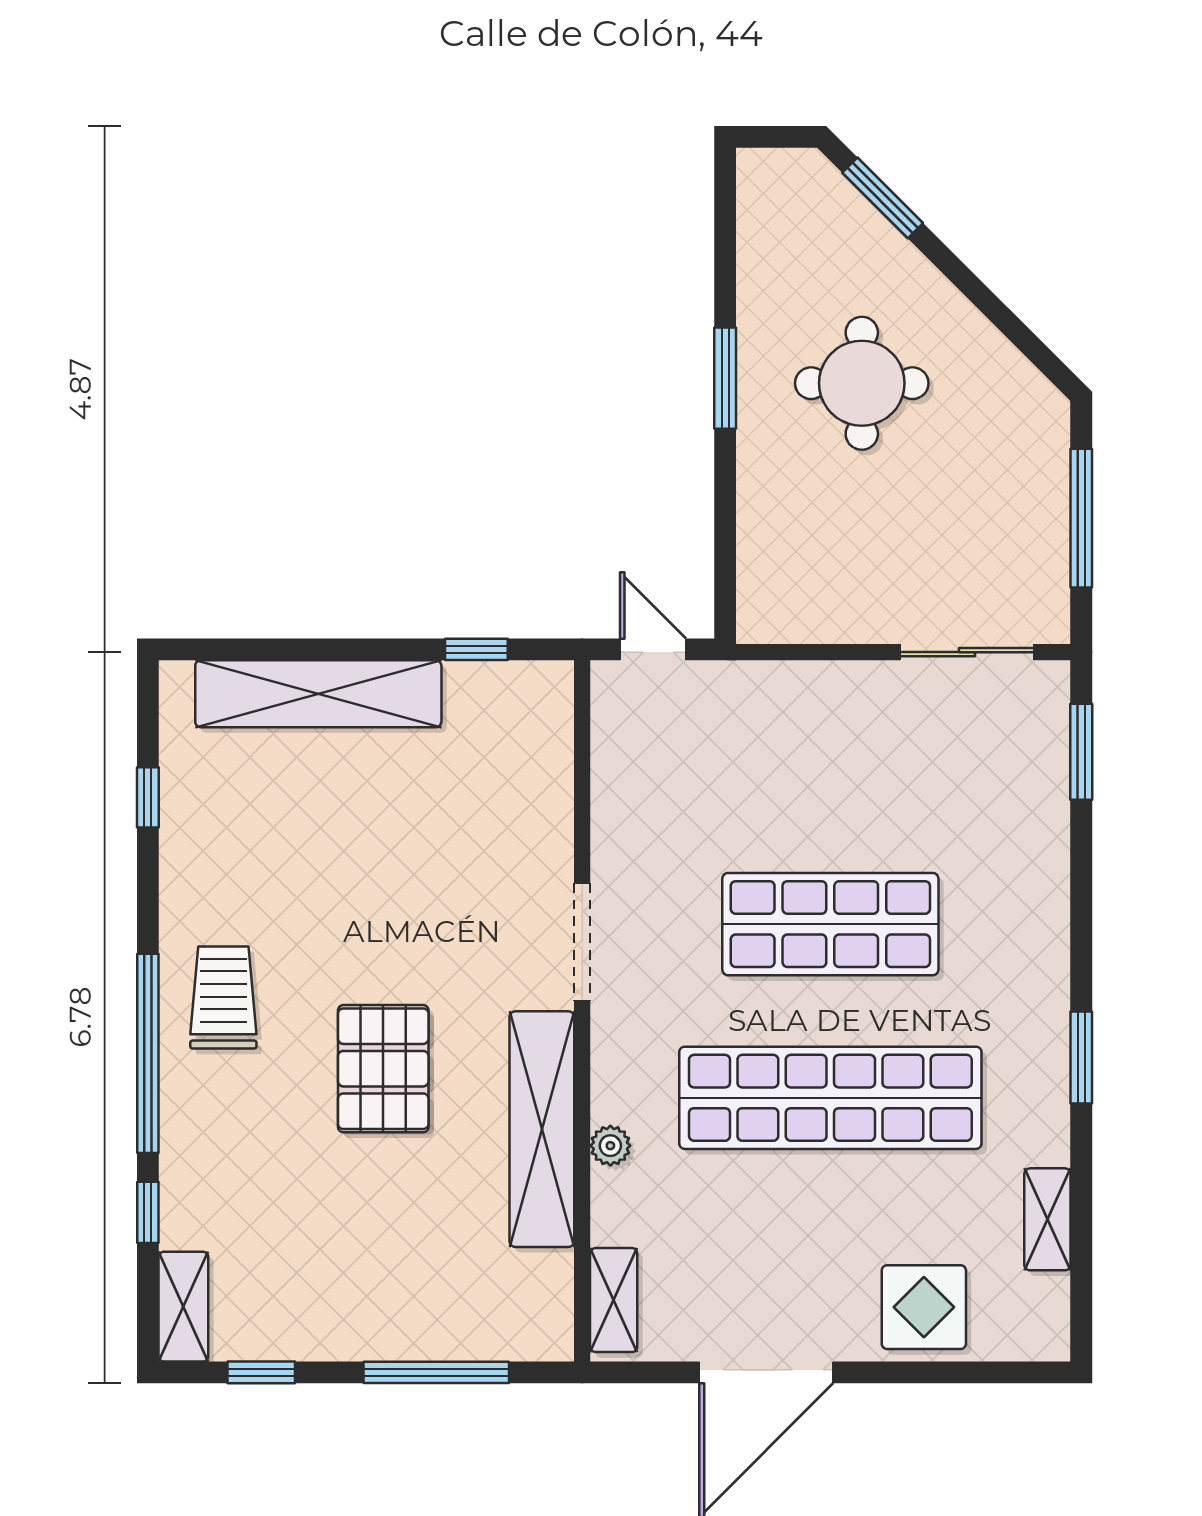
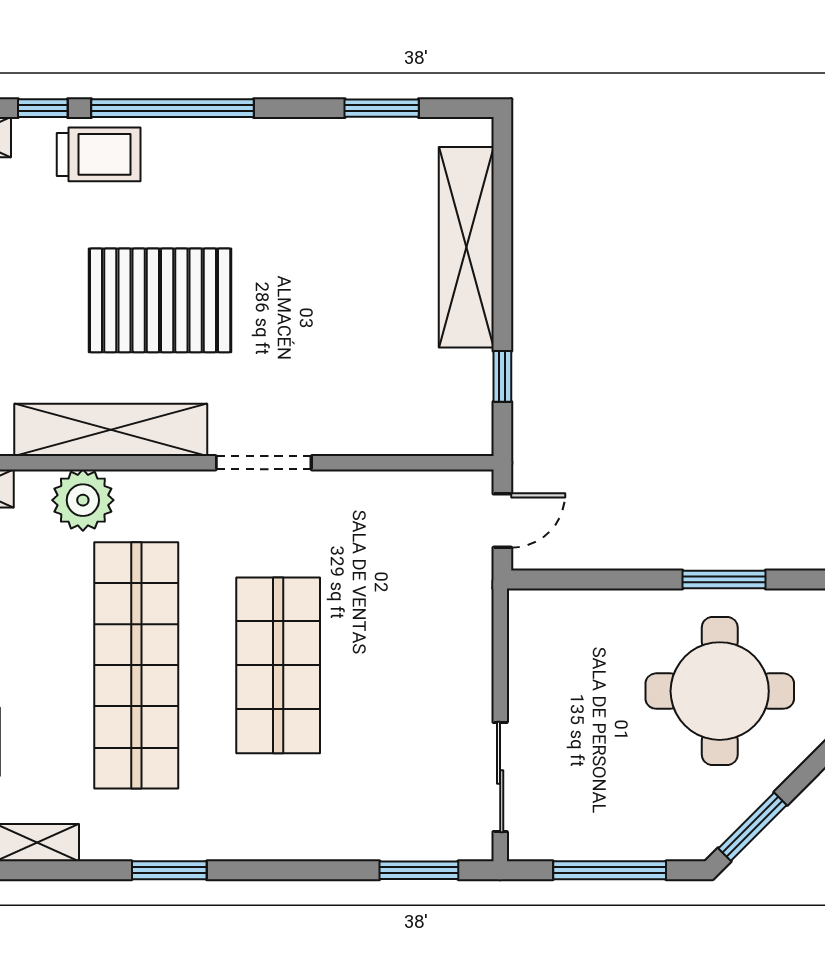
window: (1028, 343) -> (752, 827), added
round table: (862, 383) -> (720, 691), width x1.36, depth x1.36
window: (148, 797) -> (382, 108), width x1.50
trolley: (223, 997) -> (99, 154), moved
pallet: (383, 1069) -> (160, 300), width x1.37, depth x1.41
plant: (610, 1146) -> (83, 500), width x1.87, depth x1.87

